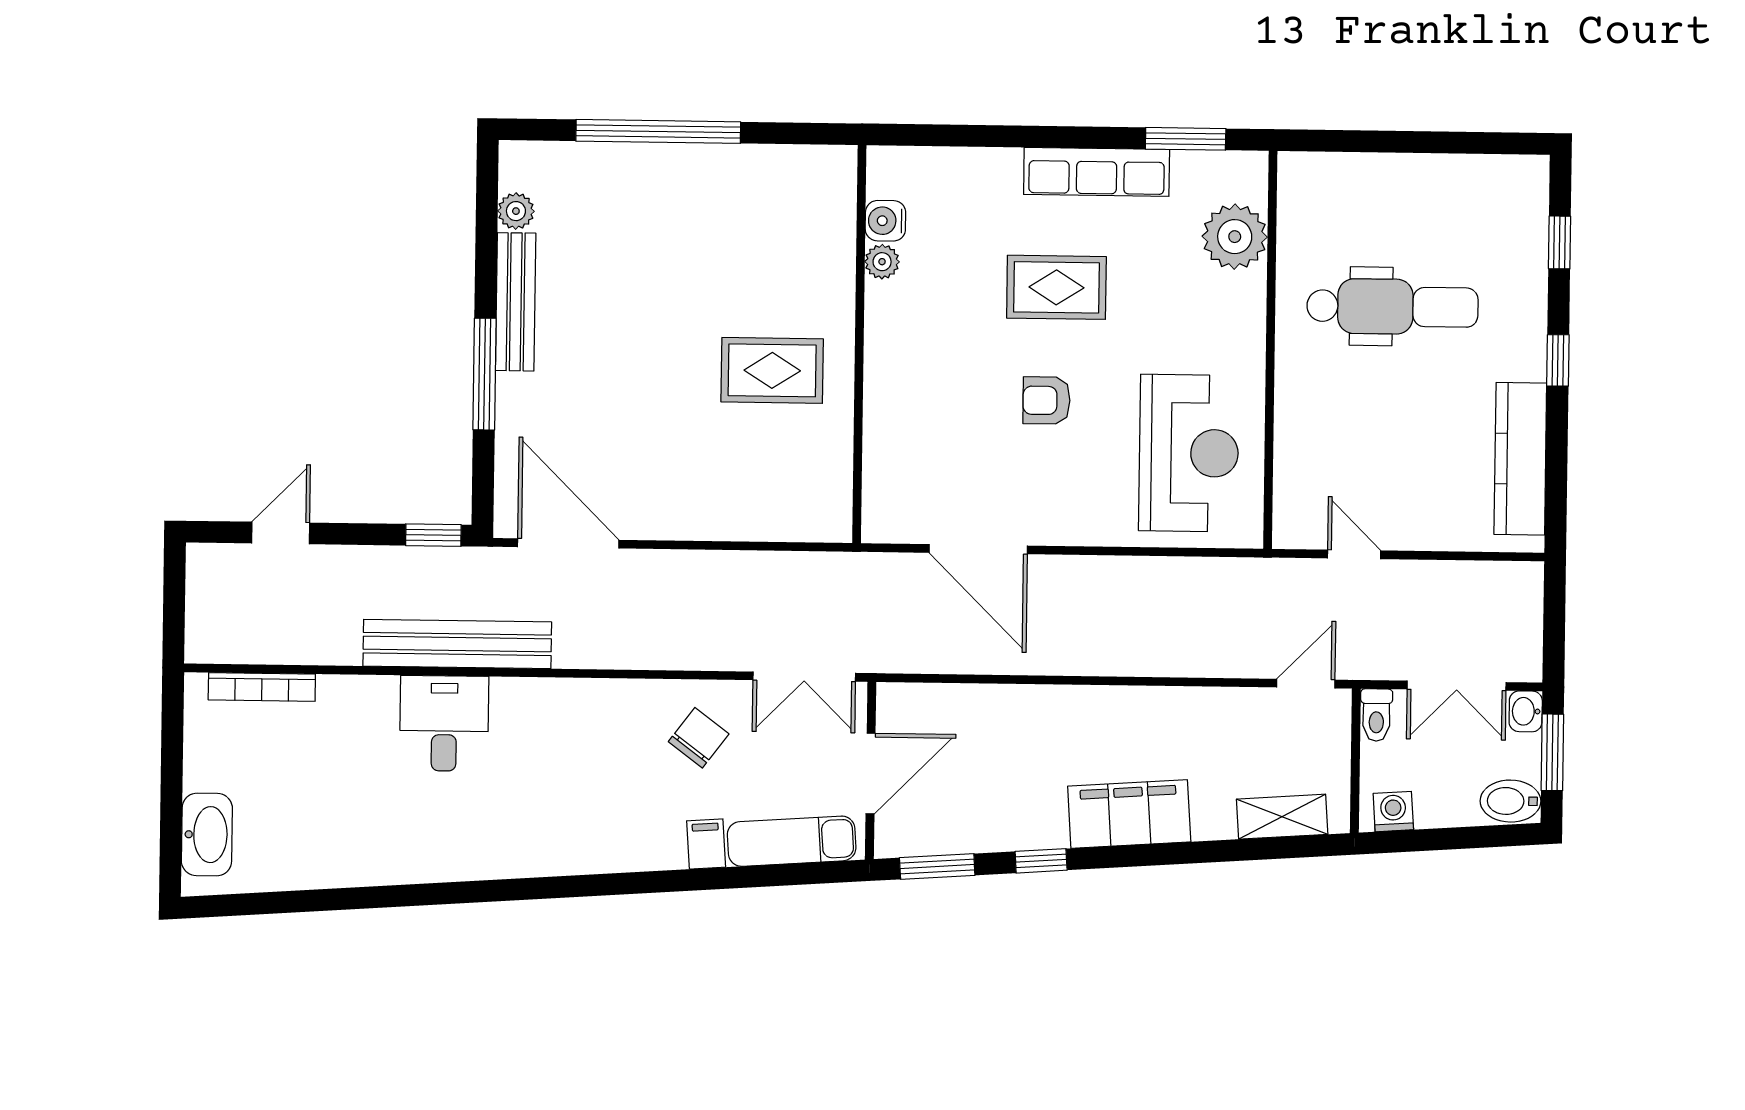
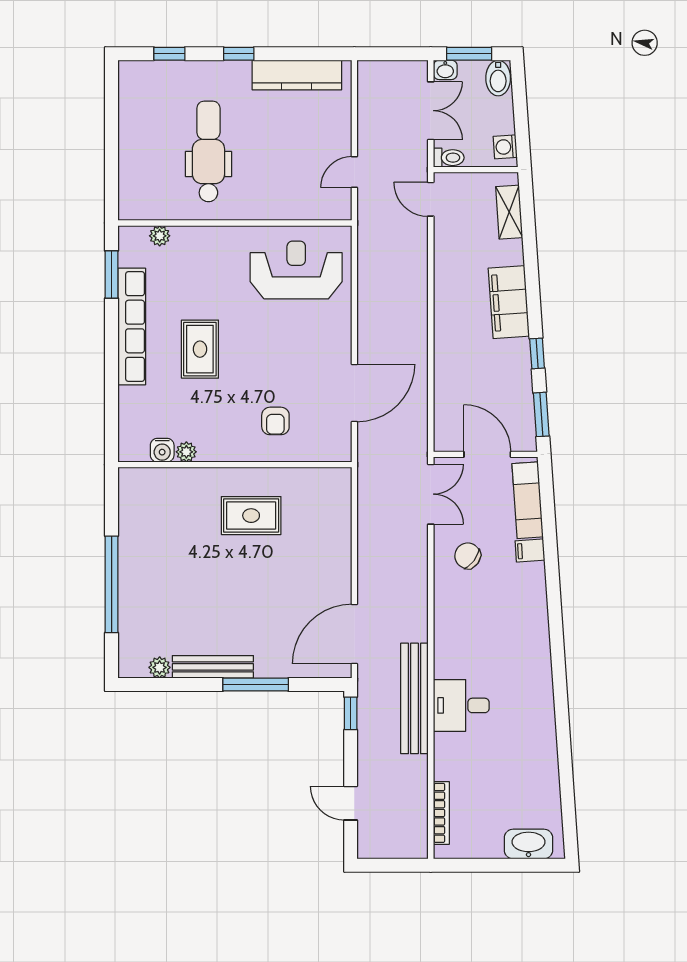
row of seats: (1097, 172) -> (132, 327), width x1.36
plant: (1235, 237) -> (160, 236), width x0.53, depth x0.53
rug: (772, 370) -> (251, 516), turned 90
armchair: (1047, 400) -> (275, 421), moved

